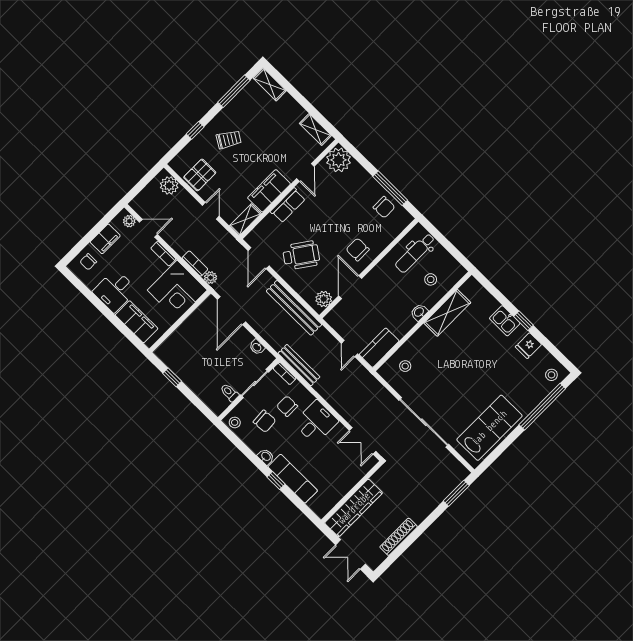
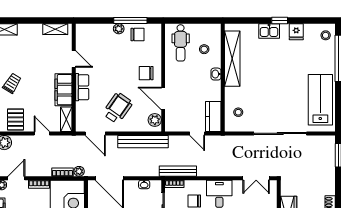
plant: (339, 160) -> (119, 29), moved, width x0.53, depth x0.53
shelving: (447, 313) -> (232, 59), width x1.47

